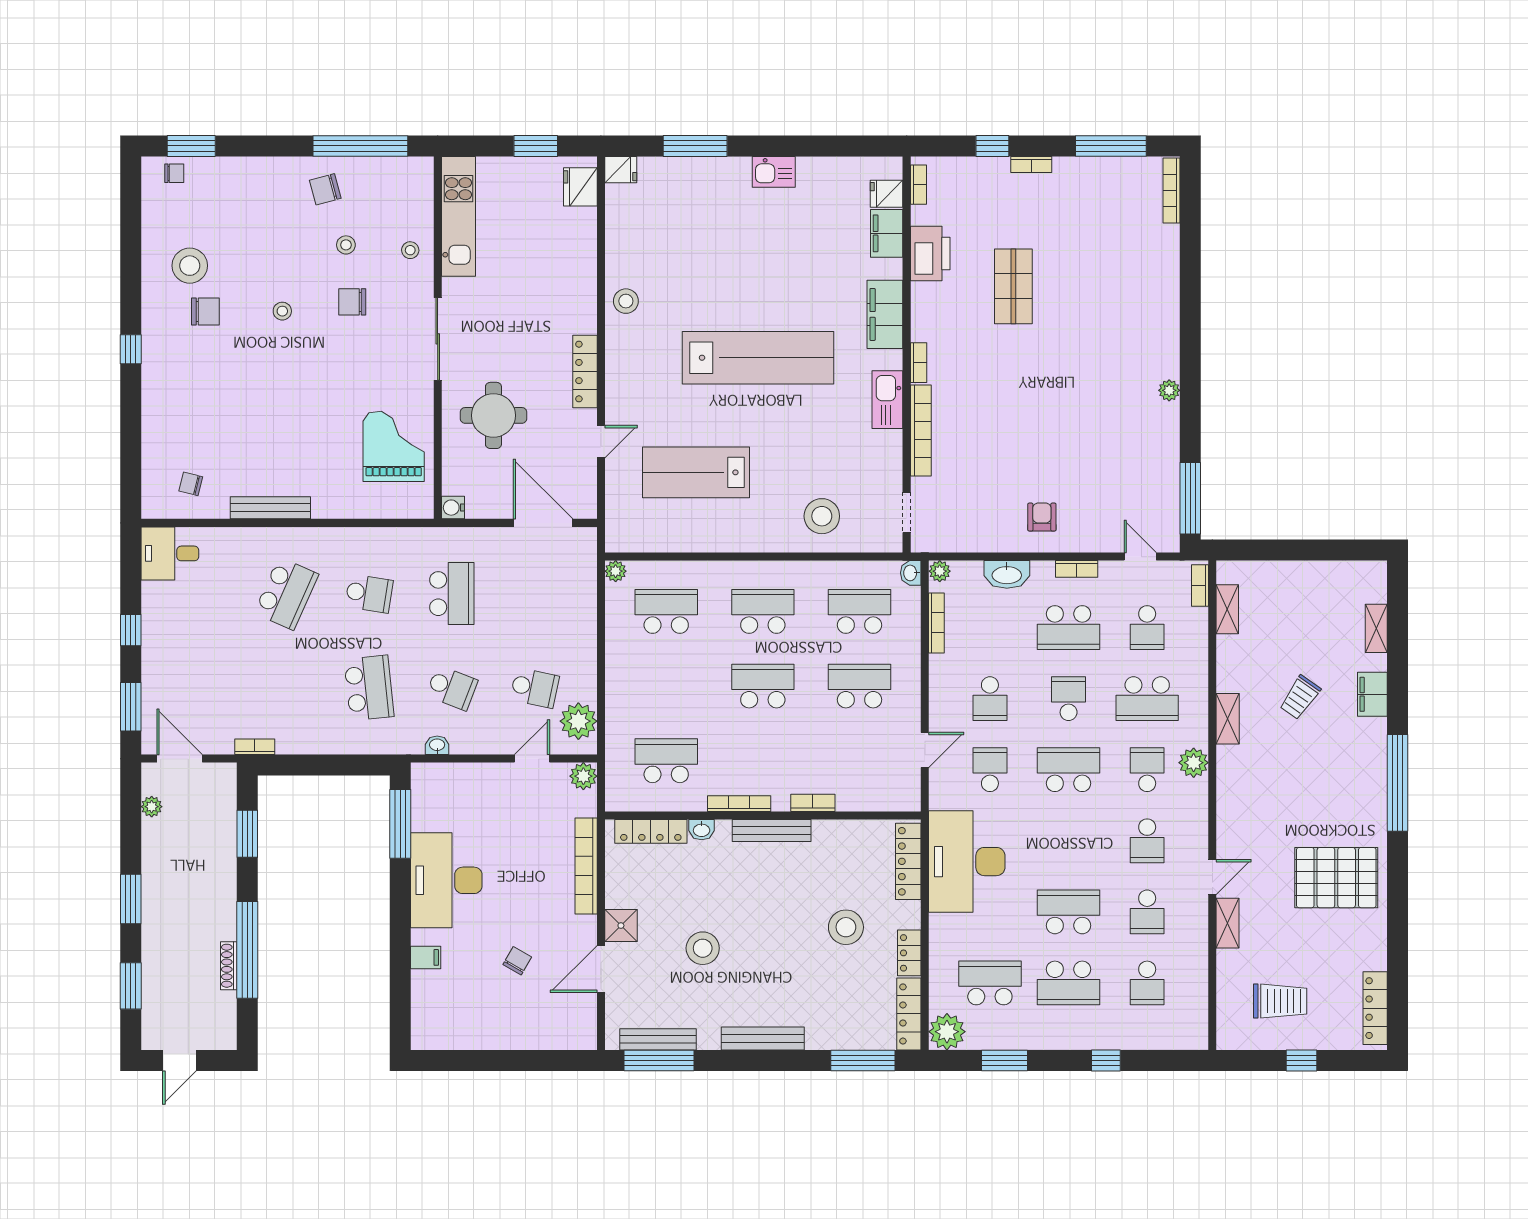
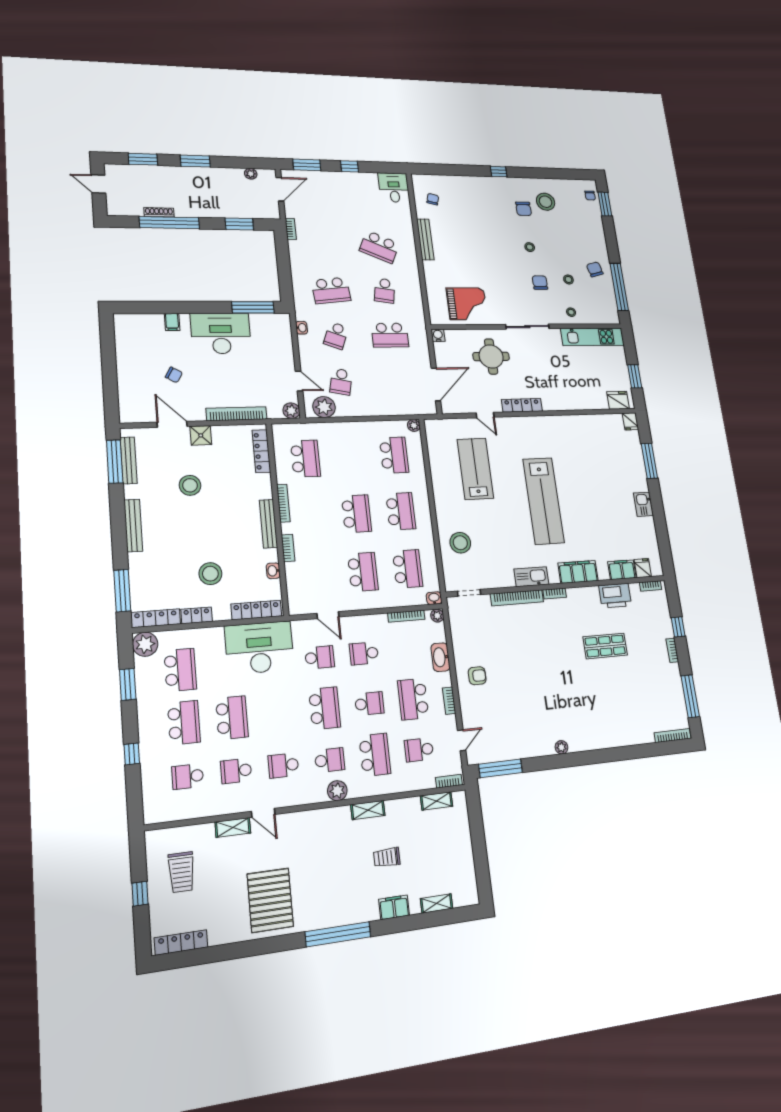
stool: (626, 301) -> (563, 426), removed
trolley: (1300, 697) -> (387, 857), turned -35
school desk: (1147, 699) -> (375, 755), turned 180
washbasin: (702, 830) -> (273, 571), moved
school desk: (1069, 983) -> (184, 723), turned 180

